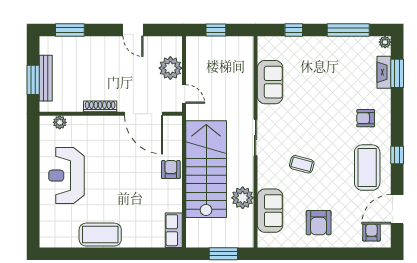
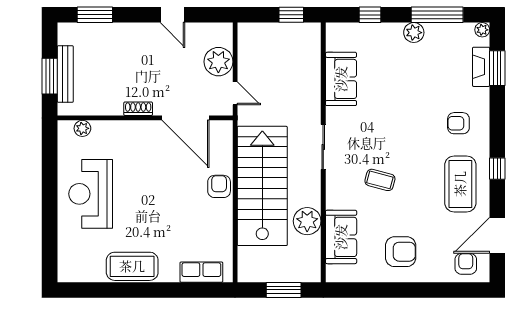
window: (216, 30) -> (291, 15), moved
plant: (329, 44) -> (414, 33), added
shoe rack: (100, 106) -> (138, 109), width x0.70
armchair: (319, 223) -> (401, 252), turned -90
row of seats: (174, 230) -> (201, 272), moved, turned 90

